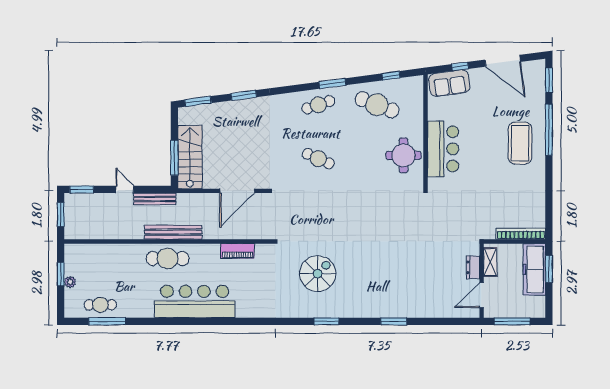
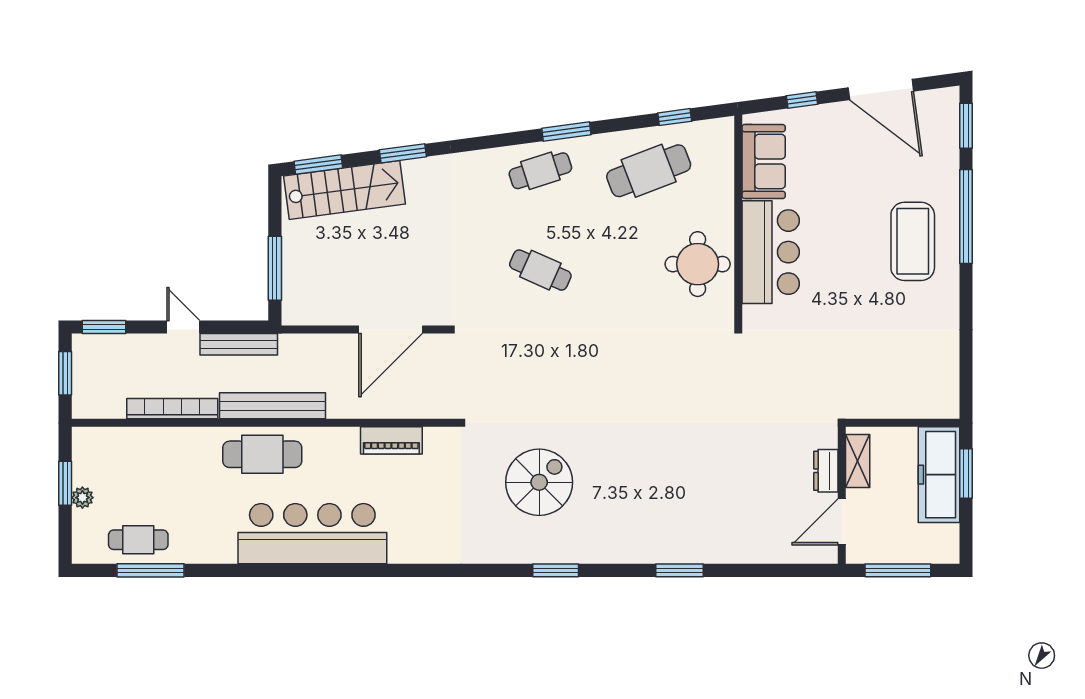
sofa: (449, 83) -> (764, 162), moved, turned -82
cafe table: (377, 105) -> (649, 171), turned -42
stairs: (190, 157) -> (345, 190), moved, turned 82
bookcase: (521, 234) -> (172, 409), moved

